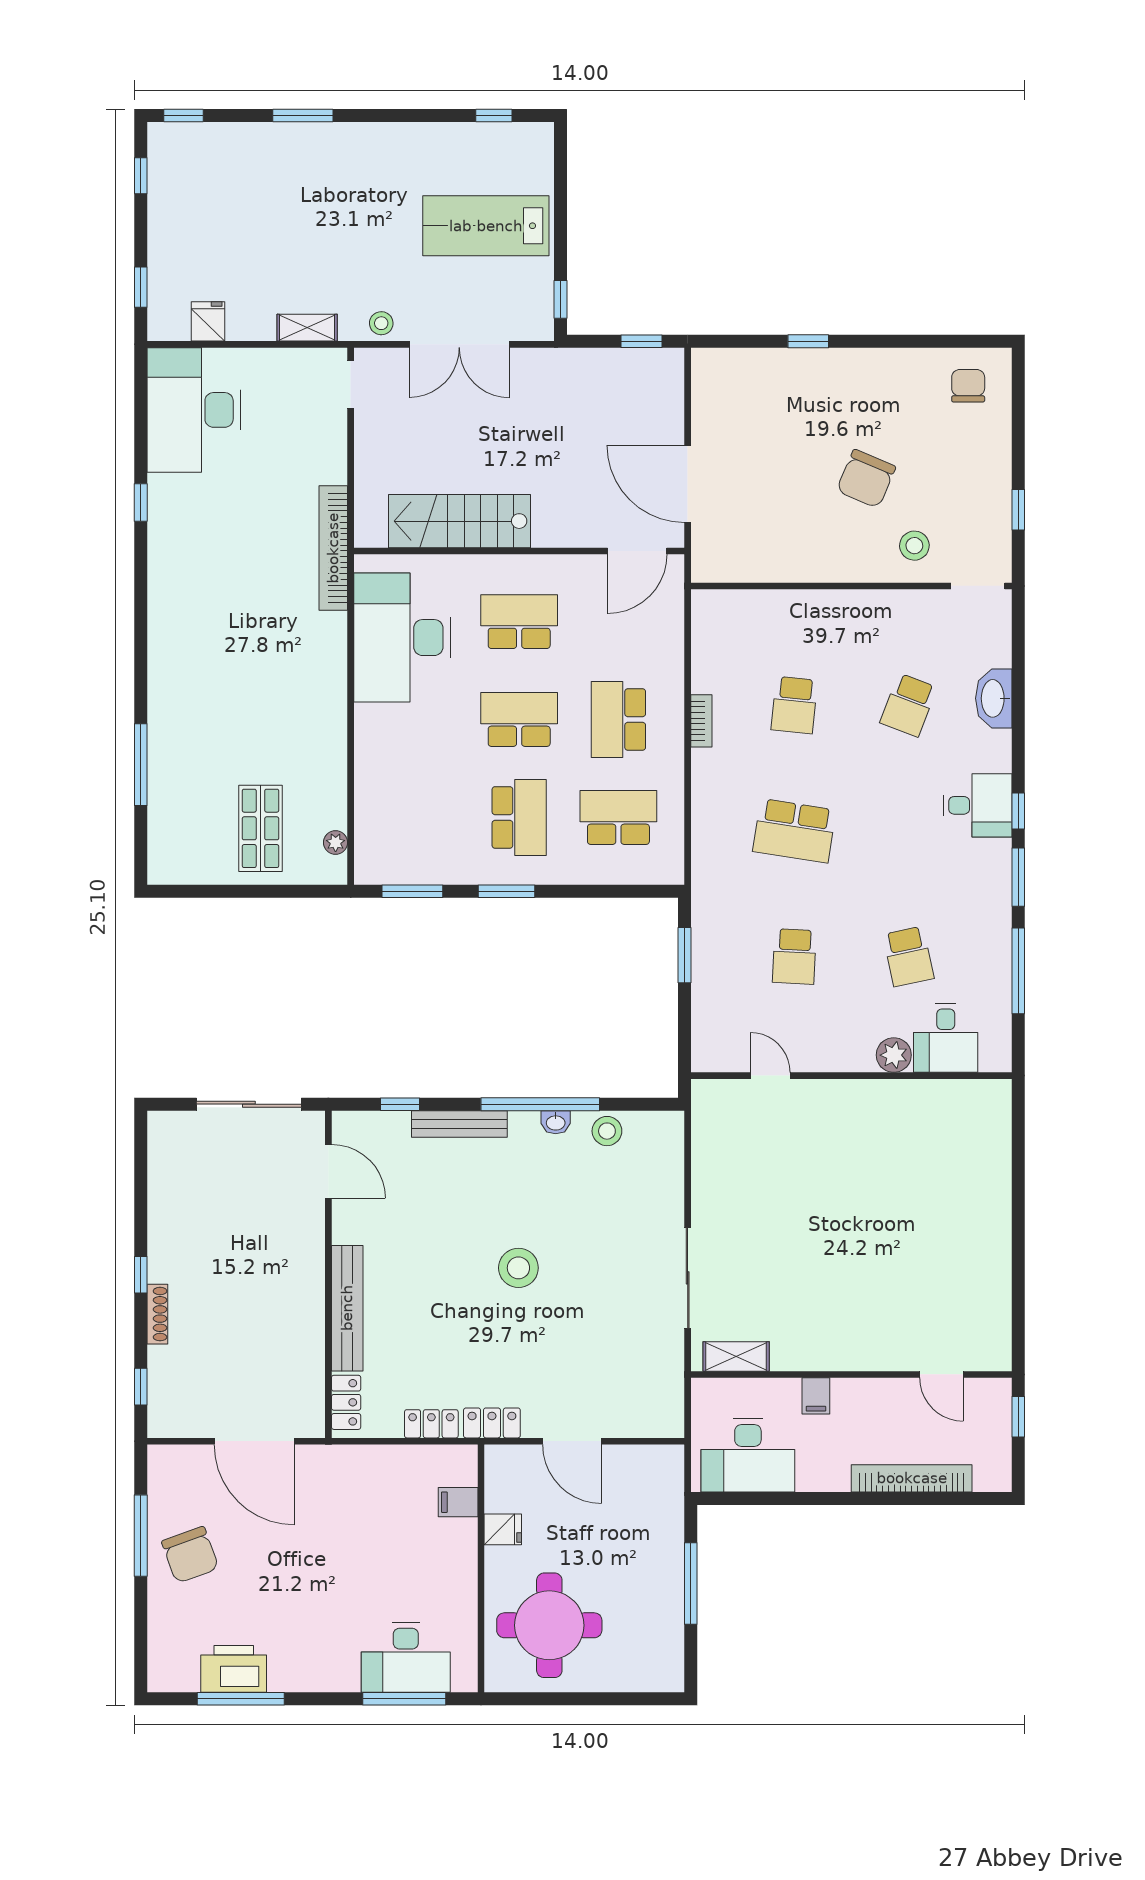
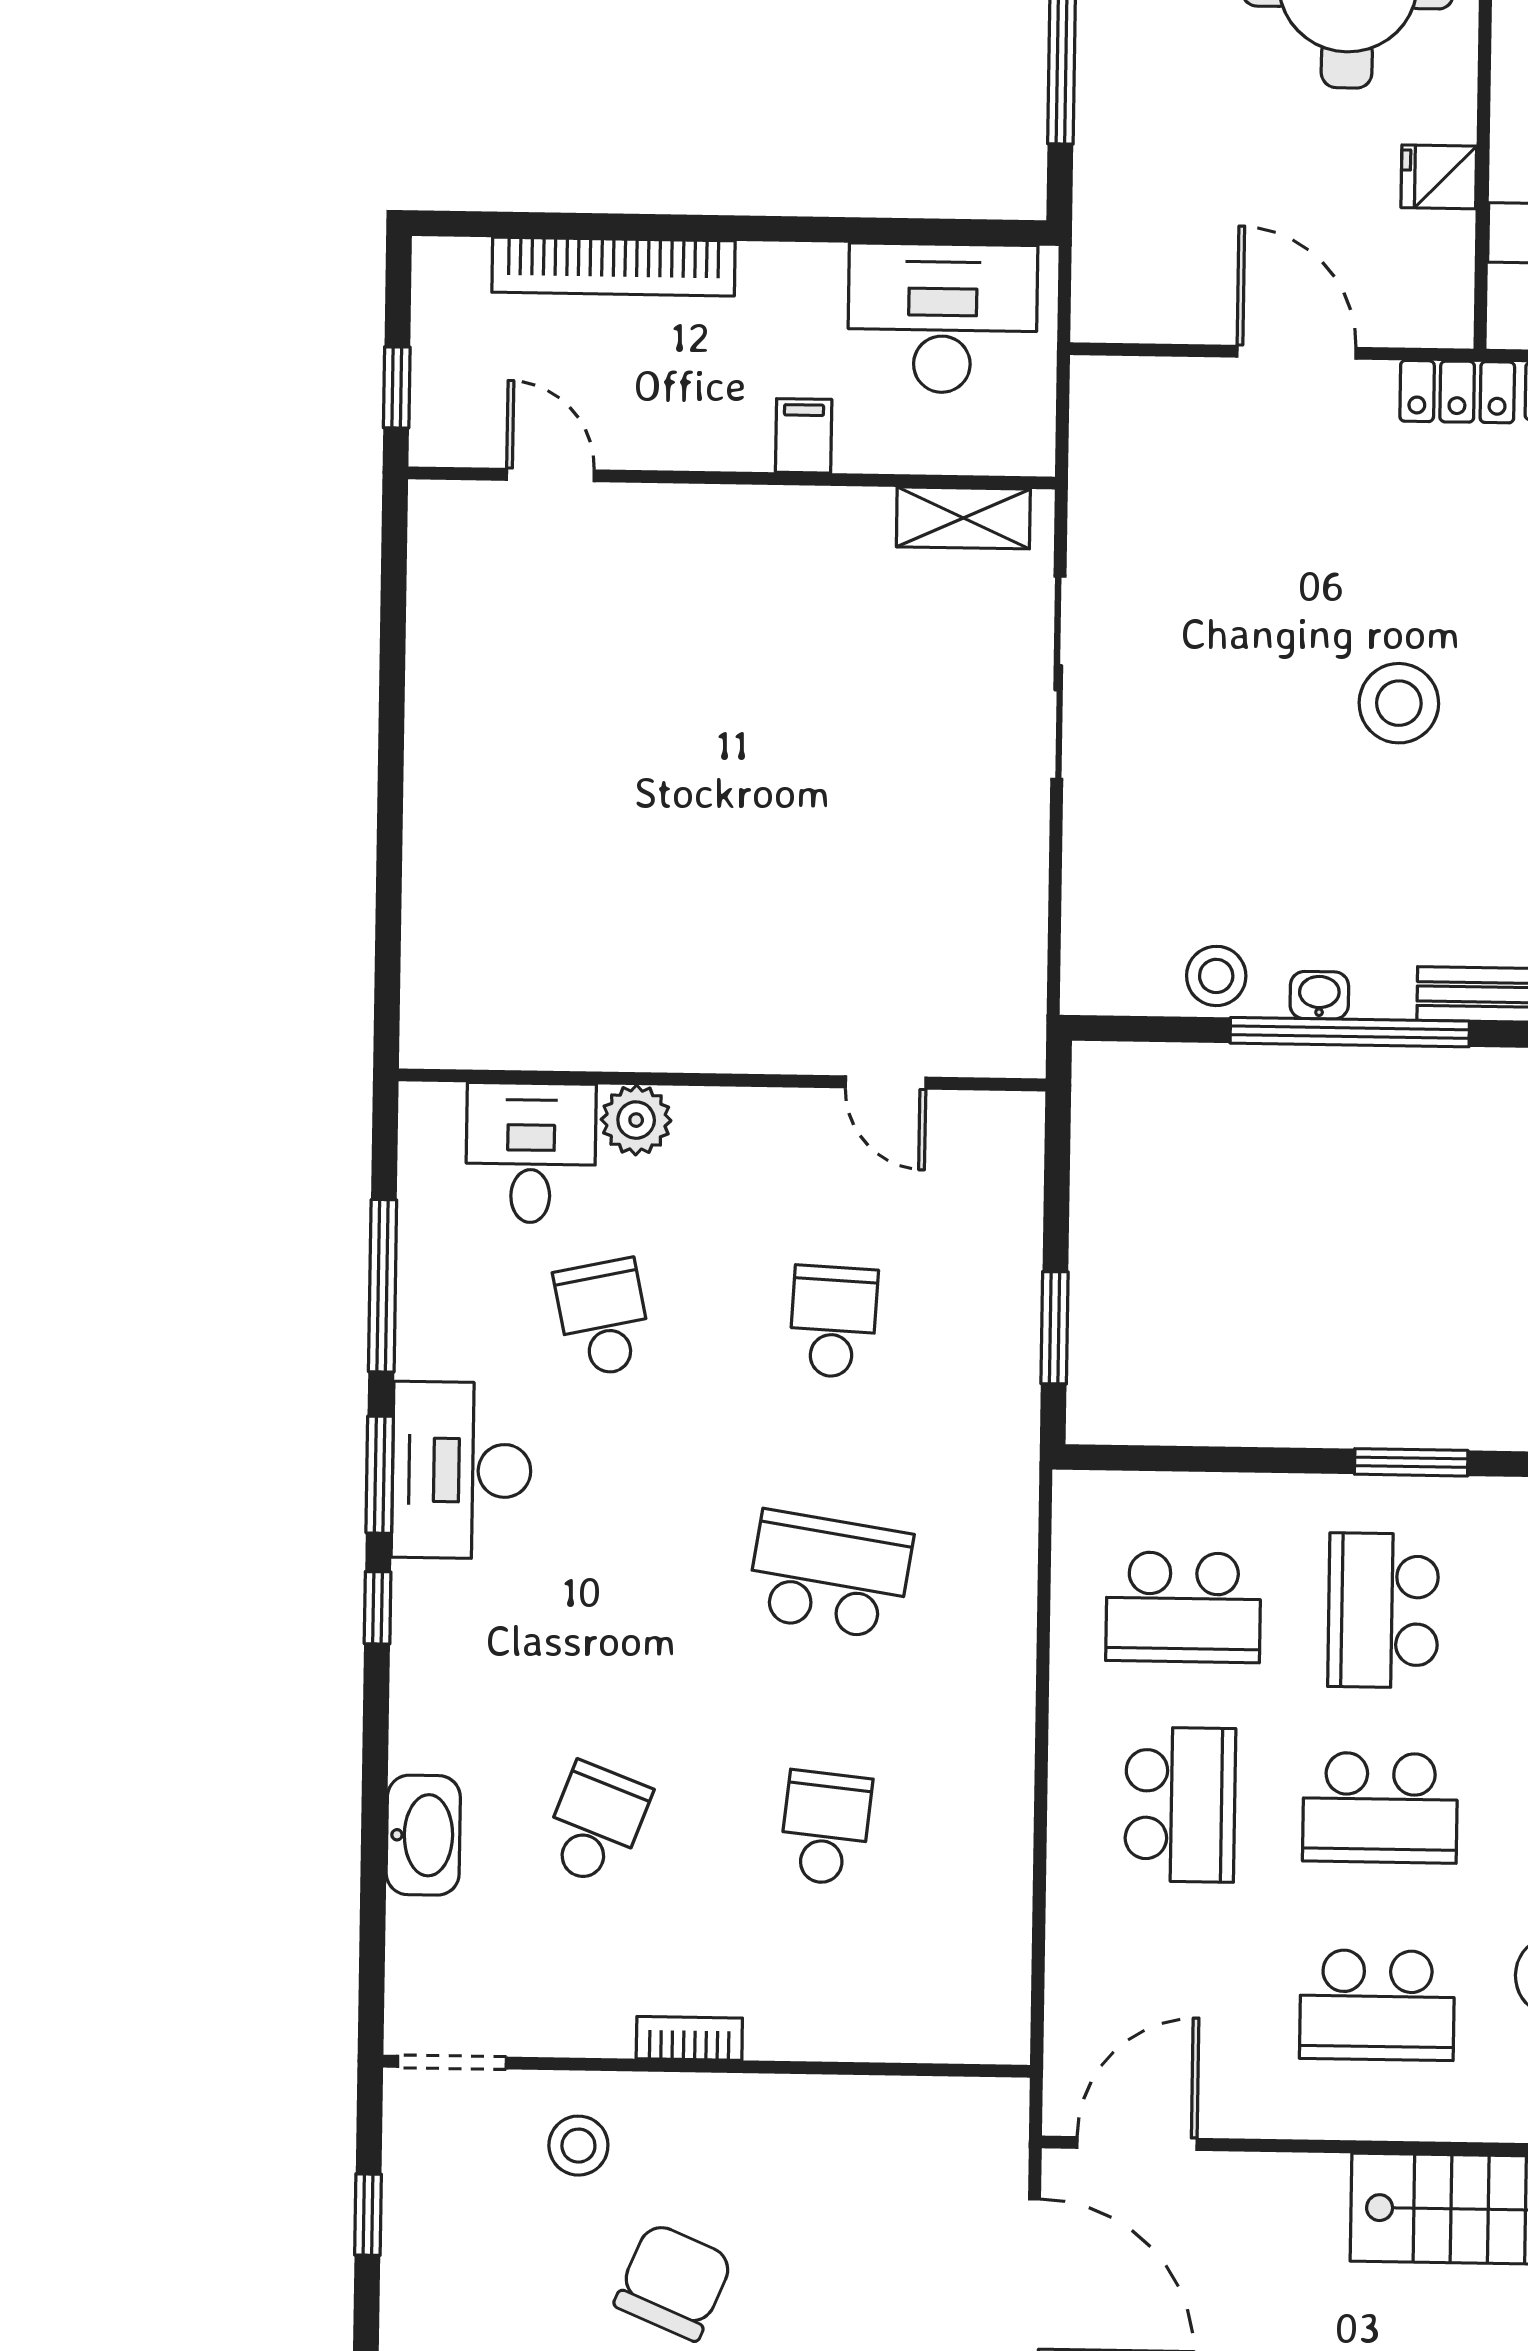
bookcase: (701, 721) -> (689, 2038), moved, turned 90
desk: (978, 805) -> (462, 1470), moved, width x1.37

